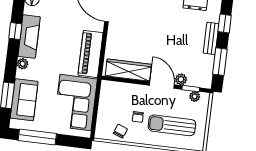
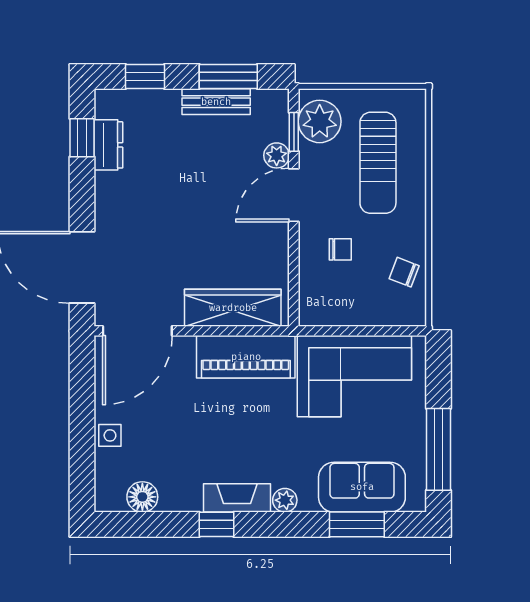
fireplace: (29, 37) -> (237, 498), width x0.73, depth x0.76
bench: (211, 38) -> (216, 102), moved
wardrobe: (128, 70) -> (233, 308), moved, turned 90
plant: (195, 96) -> (320, 121), width x1.88, depth x1.88
chair: (138, 117) -> (340, 249), moved

